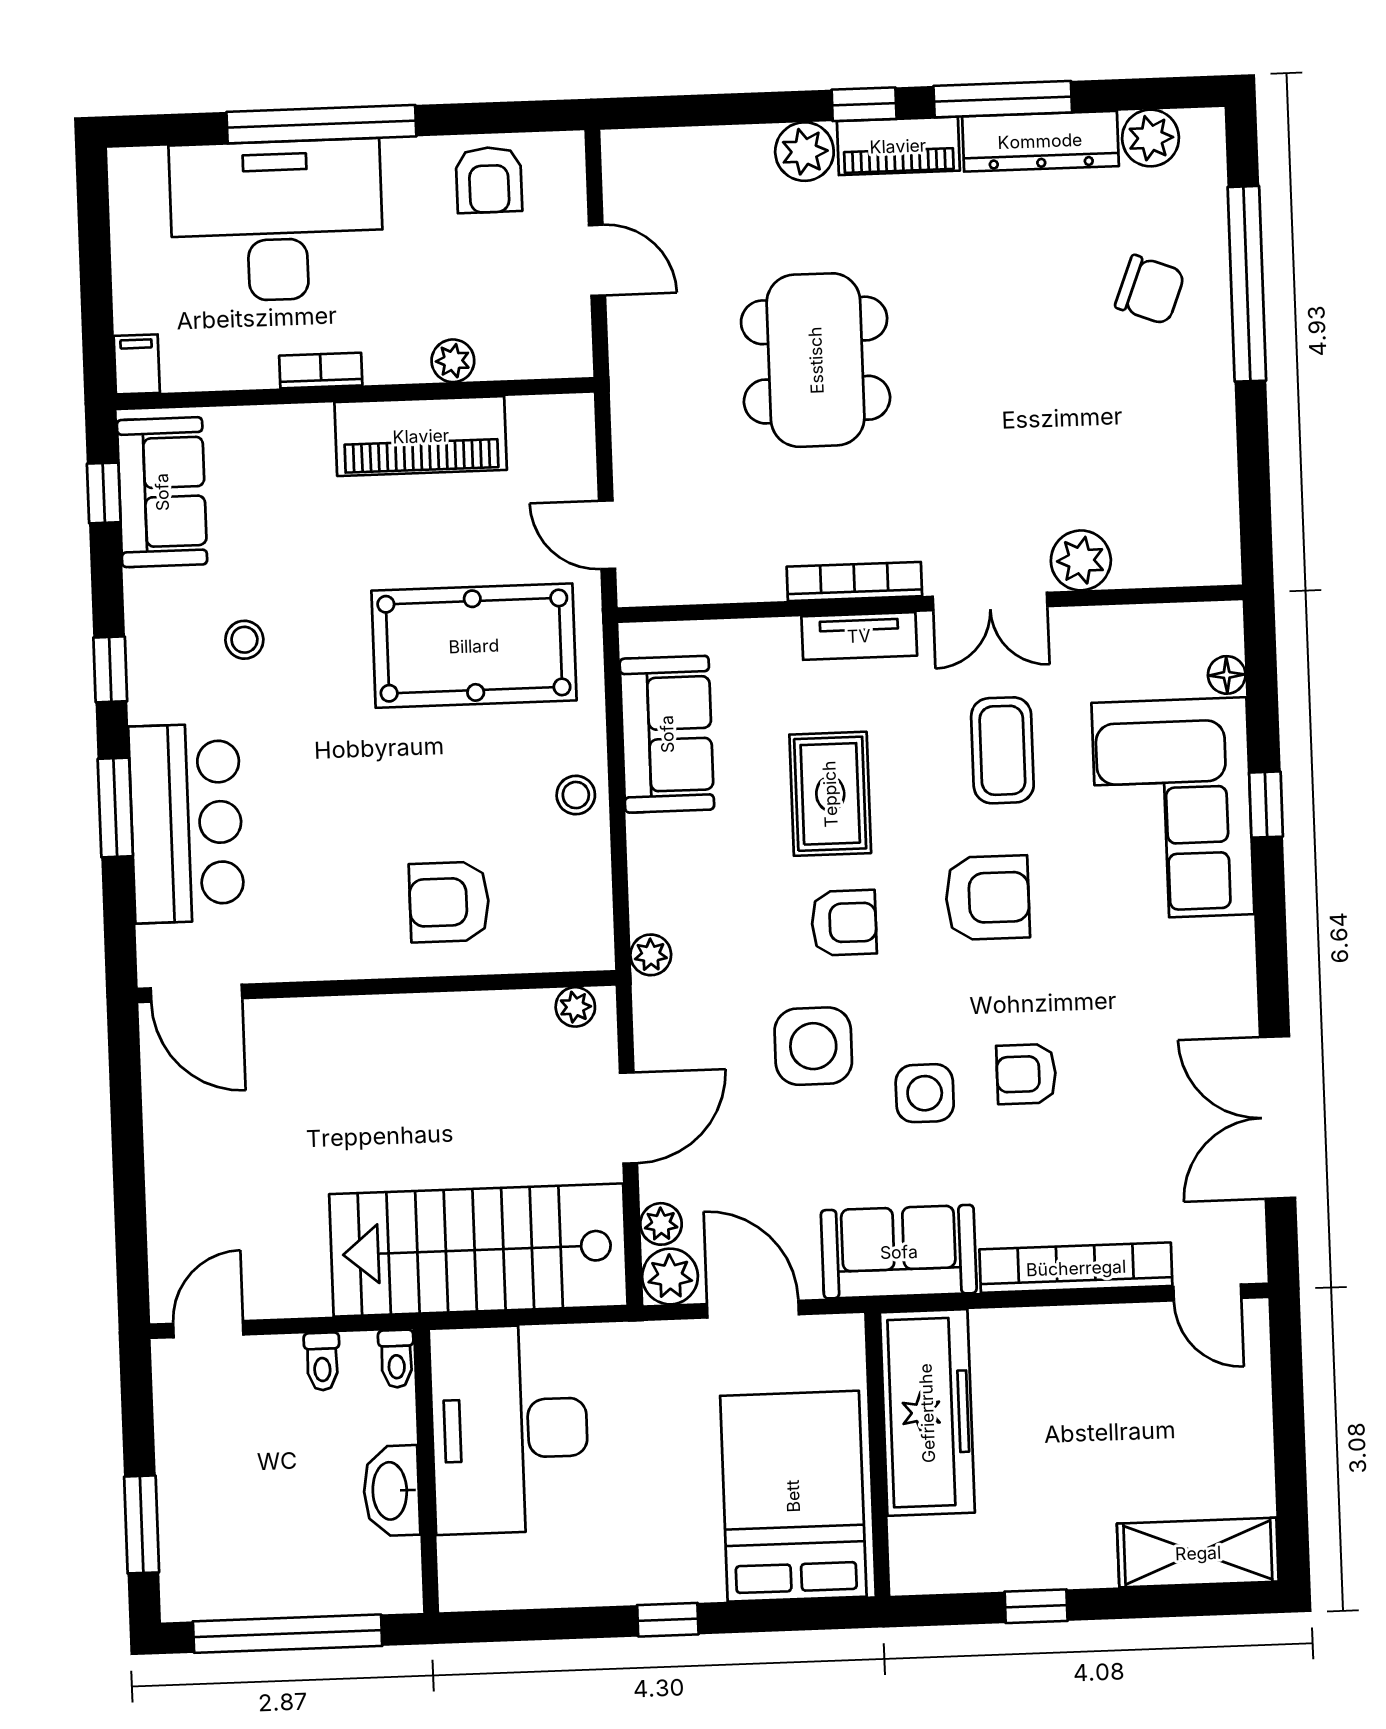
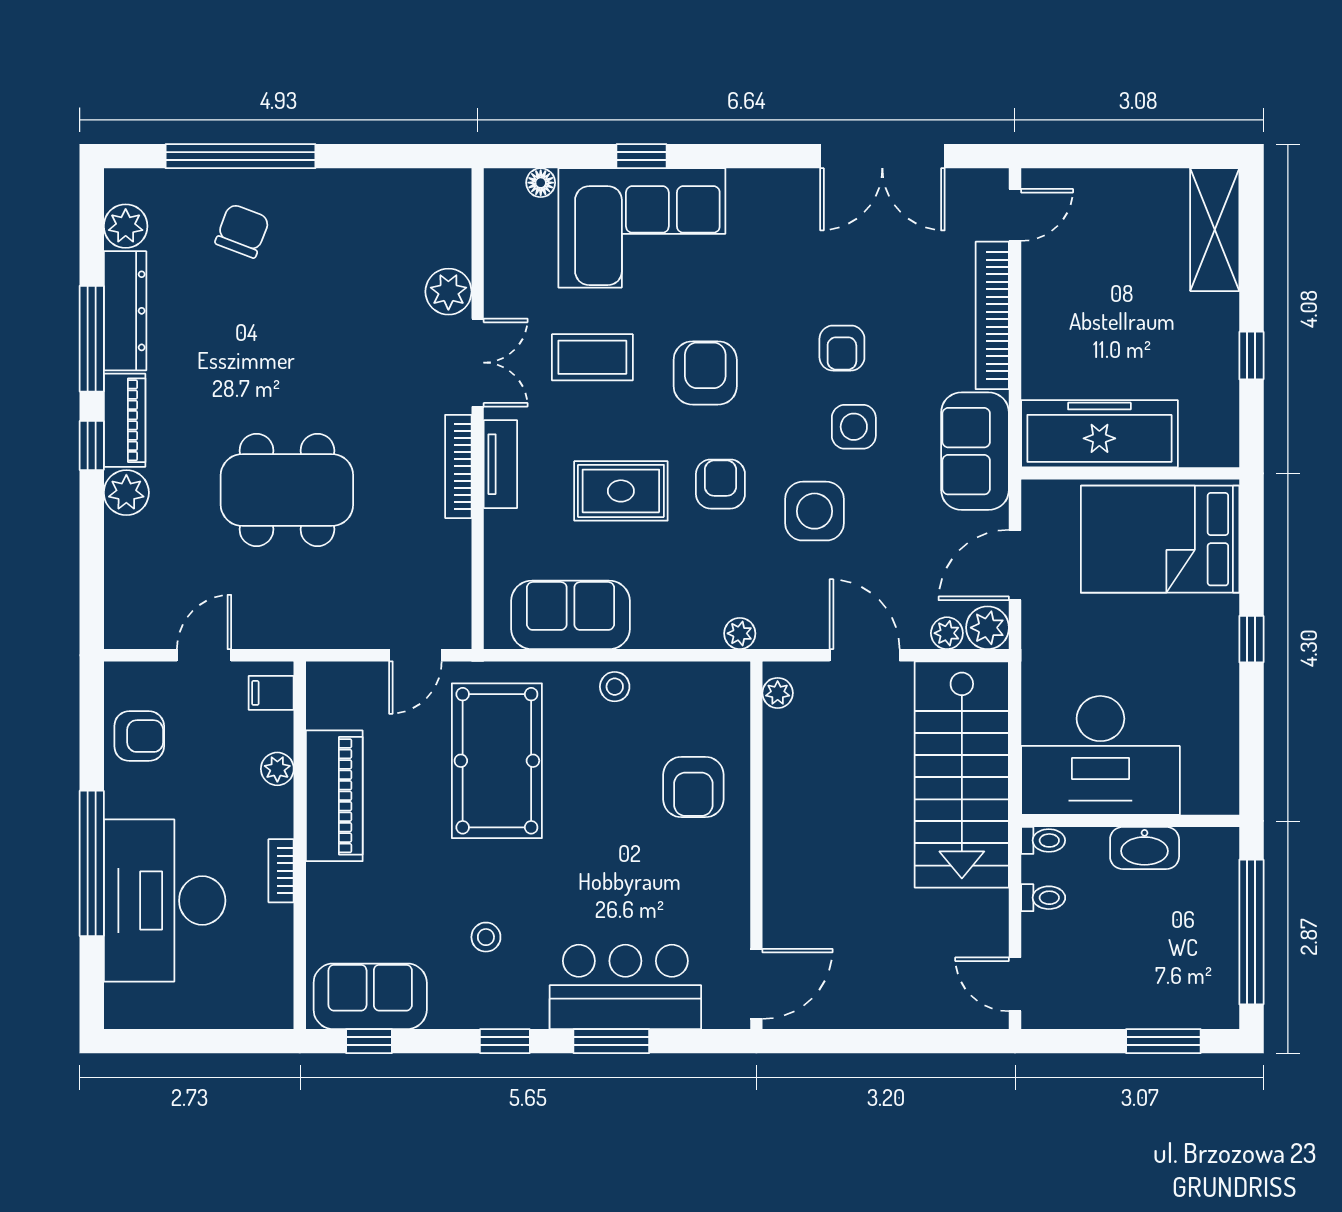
filing cabinet: (137, 364) -> (271, 693), moved

